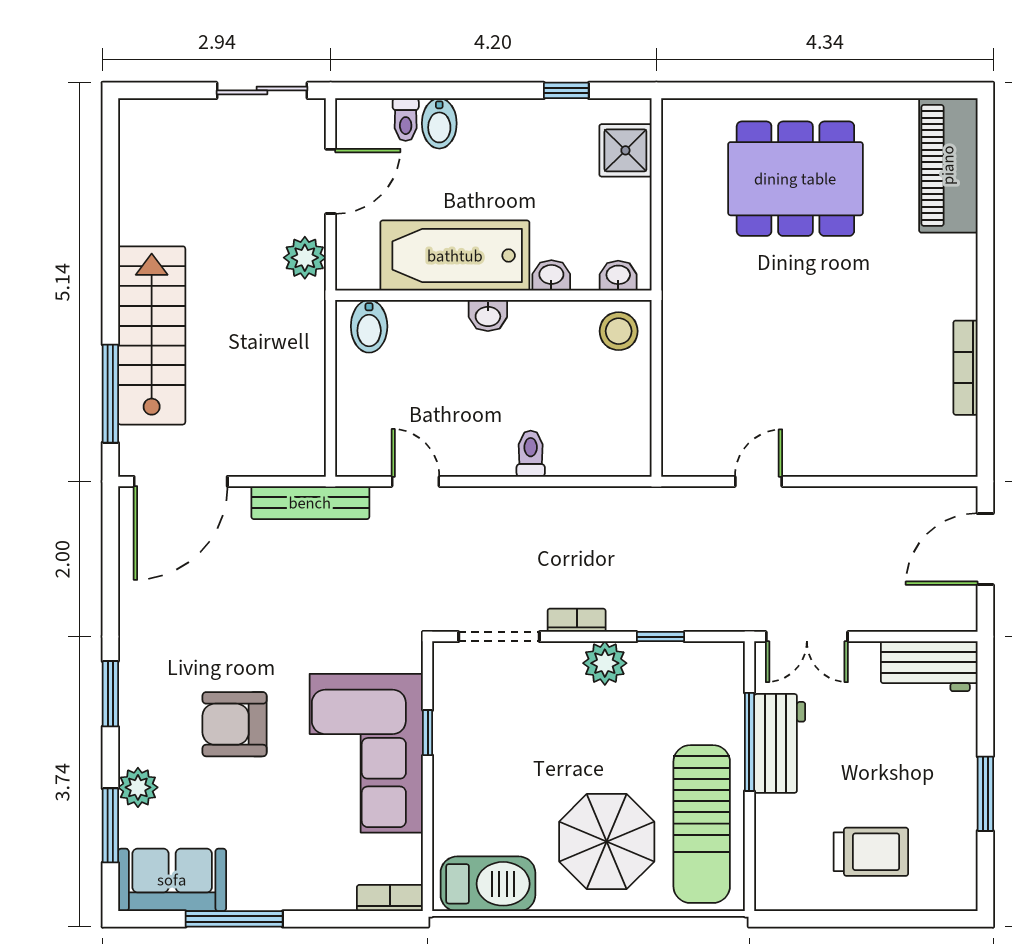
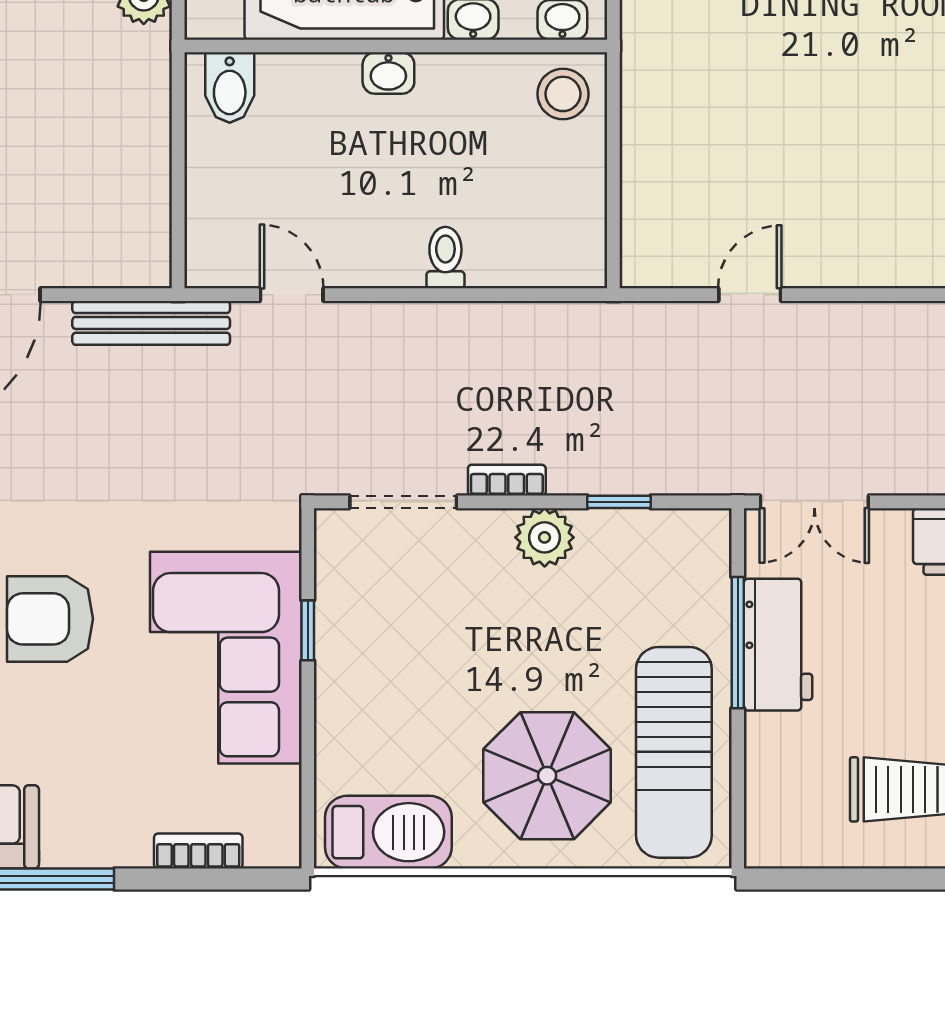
bookcase: (390, 898) -> (198, 851), moved

